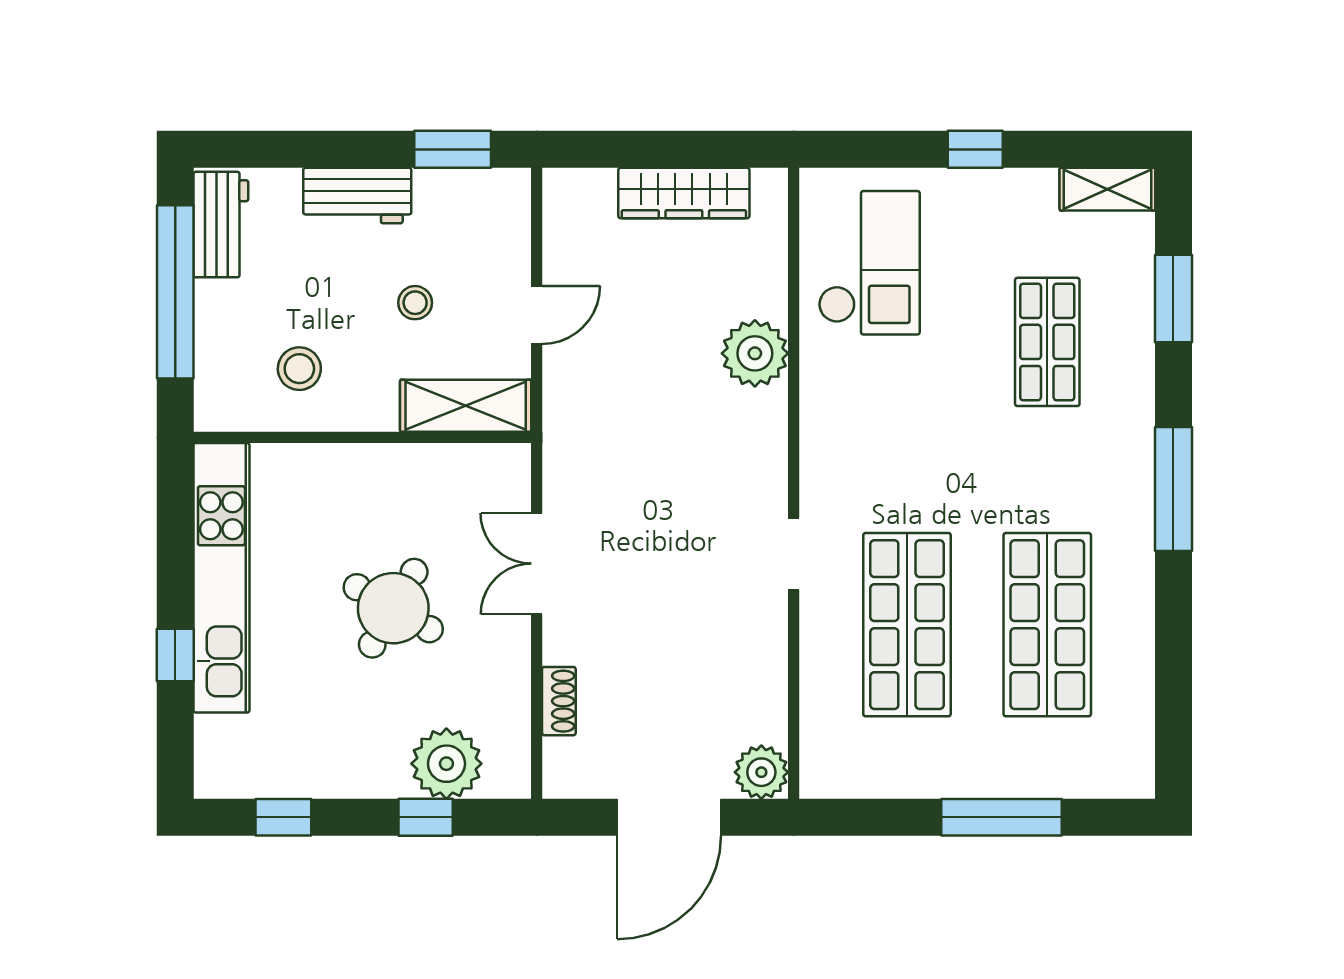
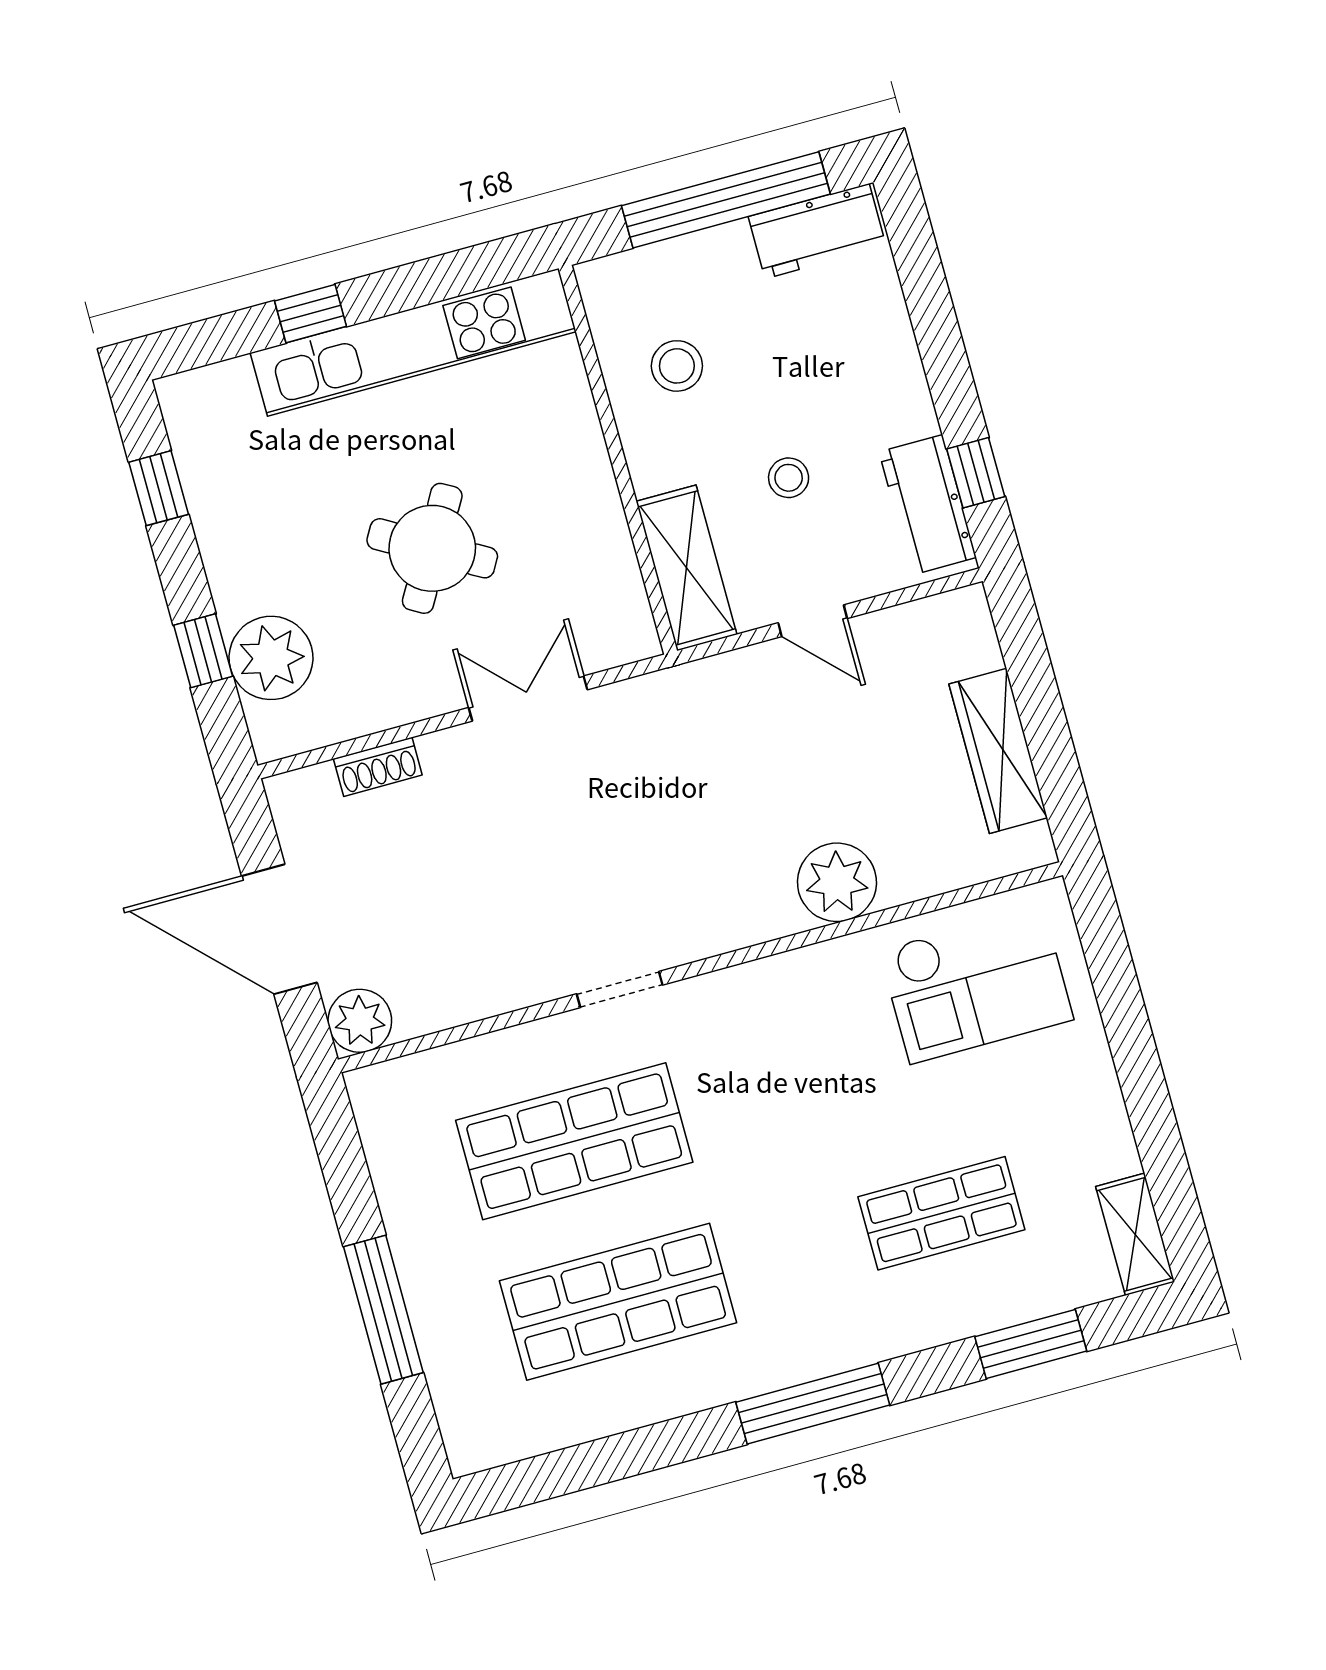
window: (453, 149) -> (976, 473), width x0.67
window: (975, 149) -> (1139, 1071), removed
workbench: (357, 196) -> (928, 505), moved

